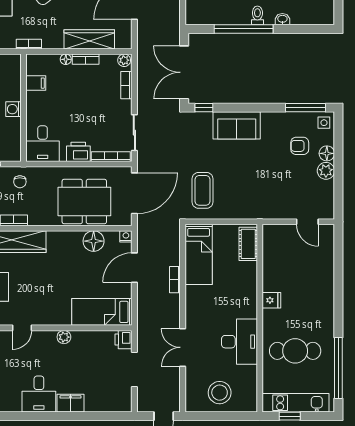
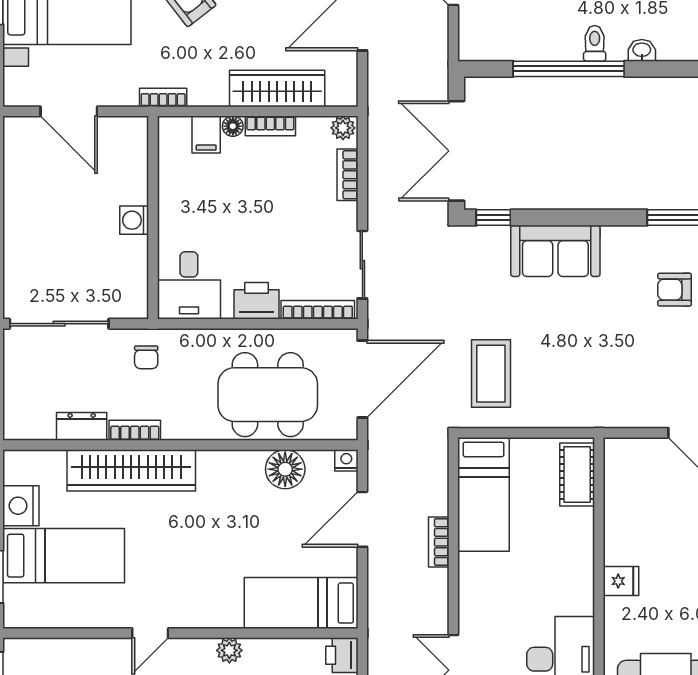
filing cabinet: (36, 83) -> (206, 135), moved, turned 90

